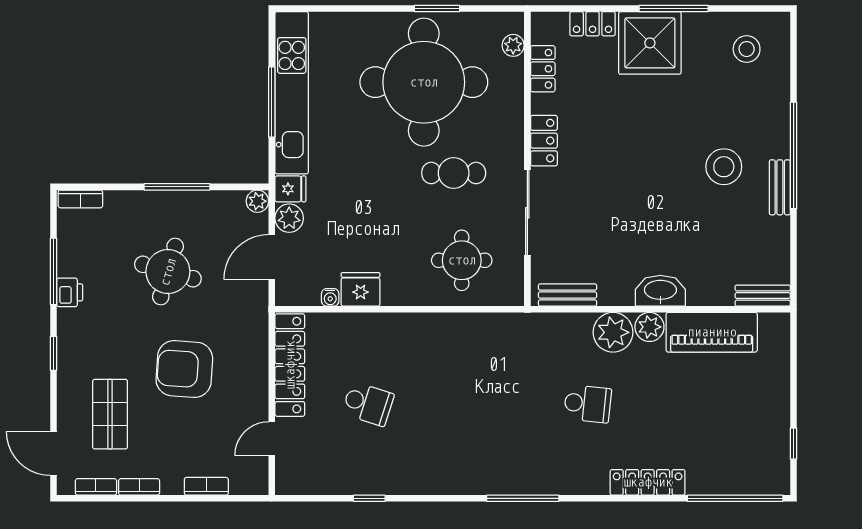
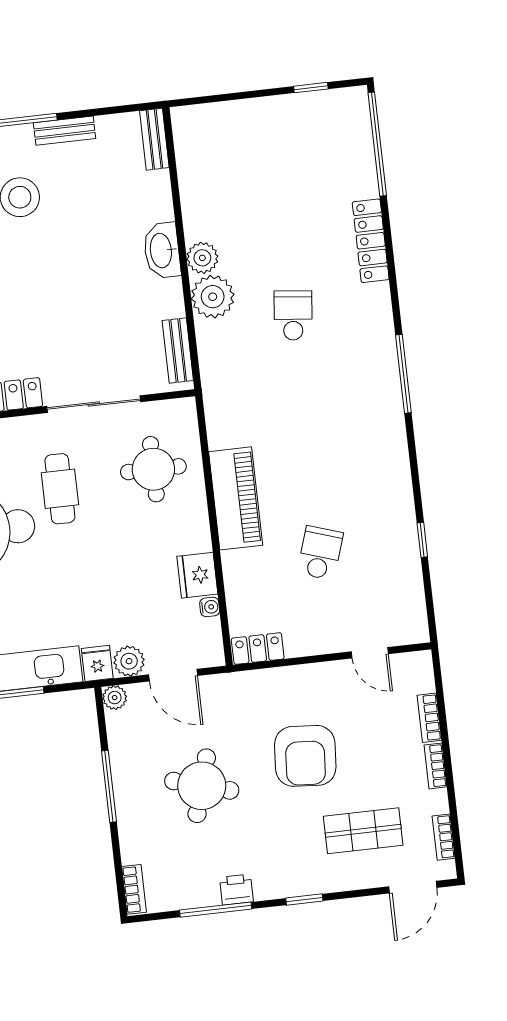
bench: (780, 187) -> (65, 131), moved
piano: (712, 332) -> (236, 498), moved
locker: (290, 365) -> (258, 649), width x0.46, depth x0.83
bookcase: (139, 487) -> (436, 766), moved

